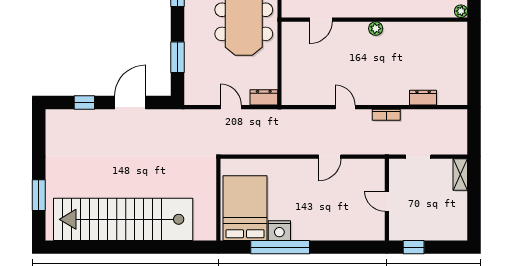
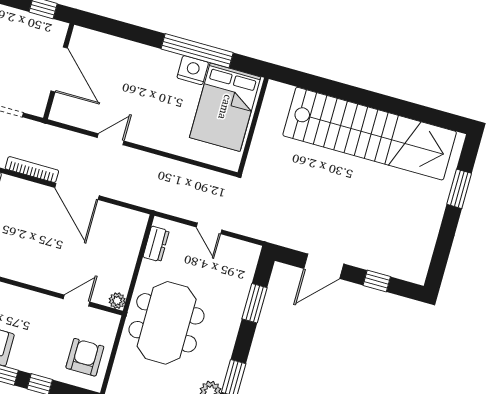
plant: (376, 29) -> (117, 301), moved
dresser: (264, 97) -> (156, 244), moved, turned -90
door: (345, 107) -> (77, 192), width x1.88
bookcase: (386, 115) -> (32, 170), width x1.56
door: (387, 201) -> (59, 69), width x1.88

